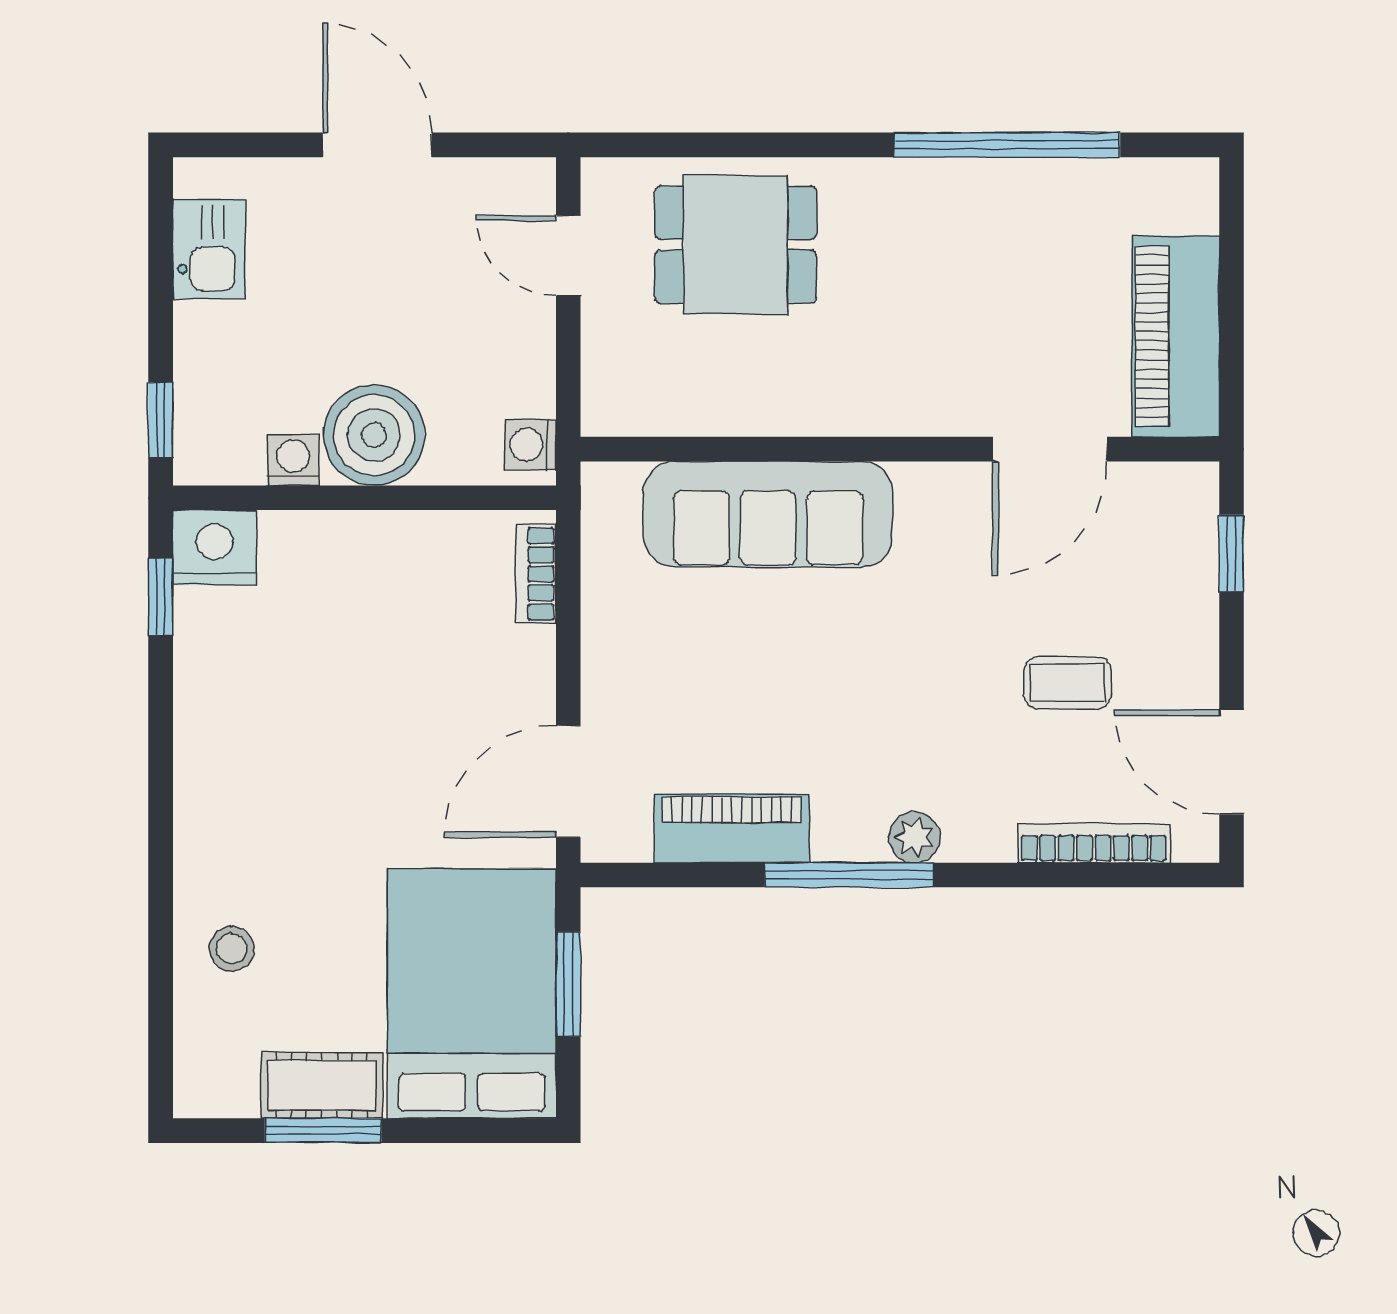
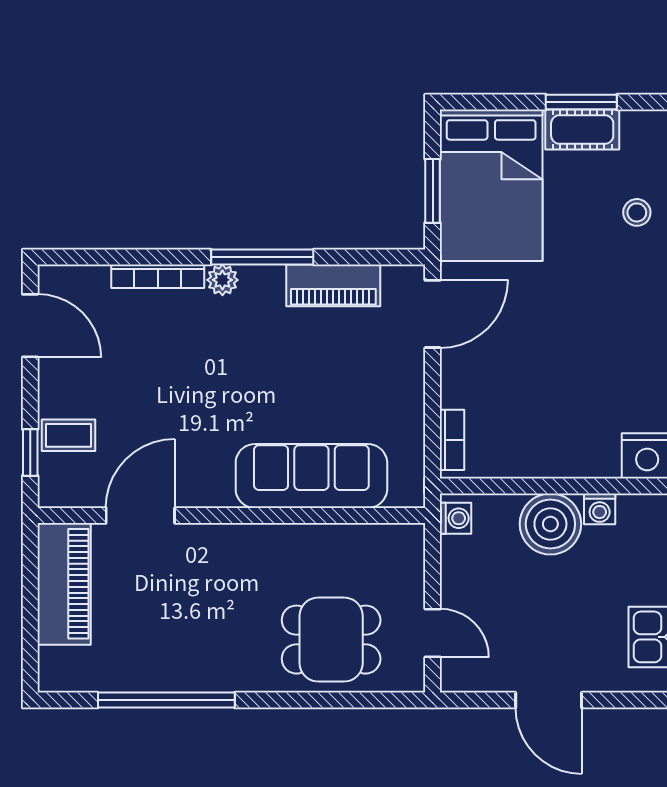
coffee table: (1068, 683) -> (69, 435), moved
bookcase: (1094, 843) -> (158, 276), moved

